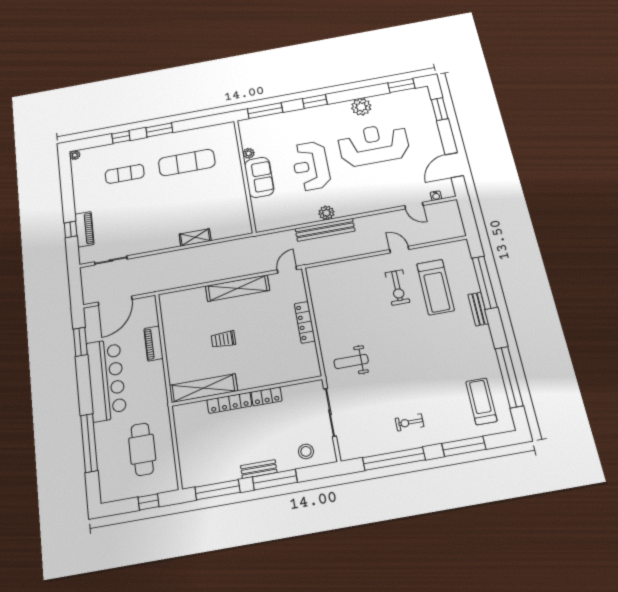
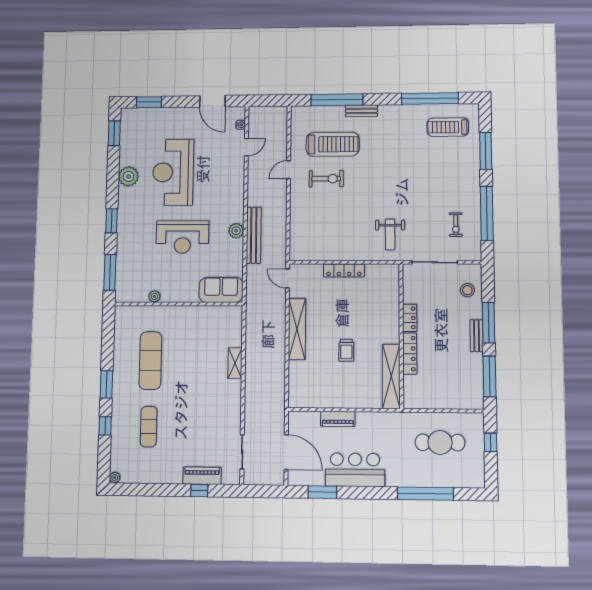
sofa: (259, 177) -> (221, 290), moved
bar counter: (106, 380) -> (355, 470), width x0.73
exercise bike: (409, 422) -> (456, 225), moved

